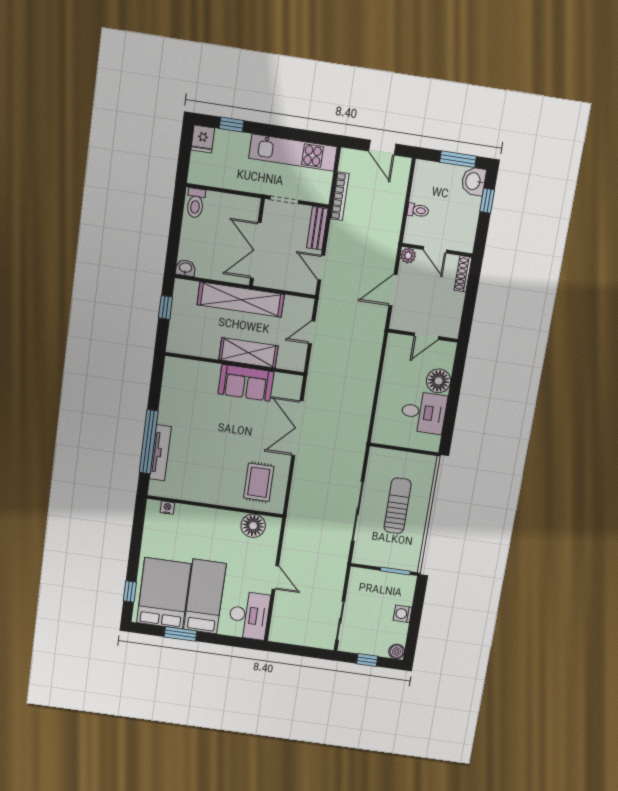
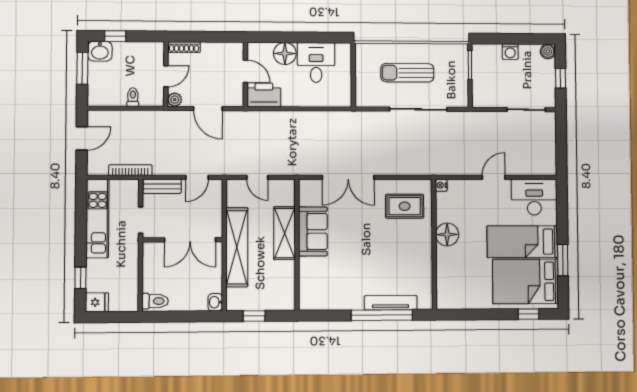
printer: (398, 352) -> (264, 95), added
nightstand: (167, 508) -> (441, 185), moved
floor lamp: (253, 526) -> (447, 234), moved

